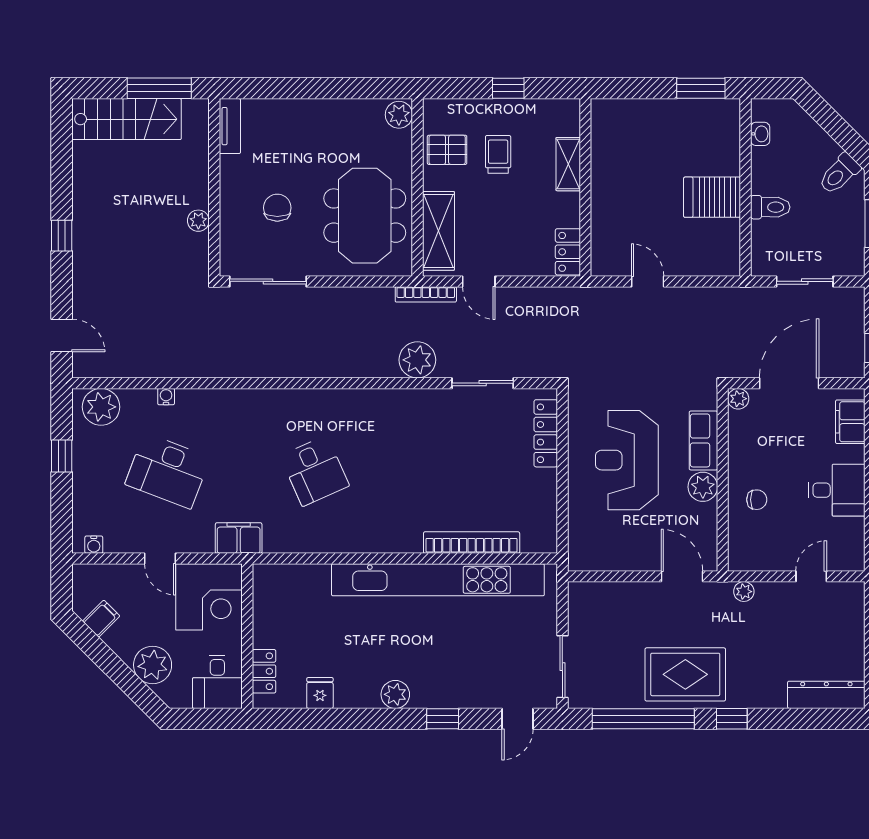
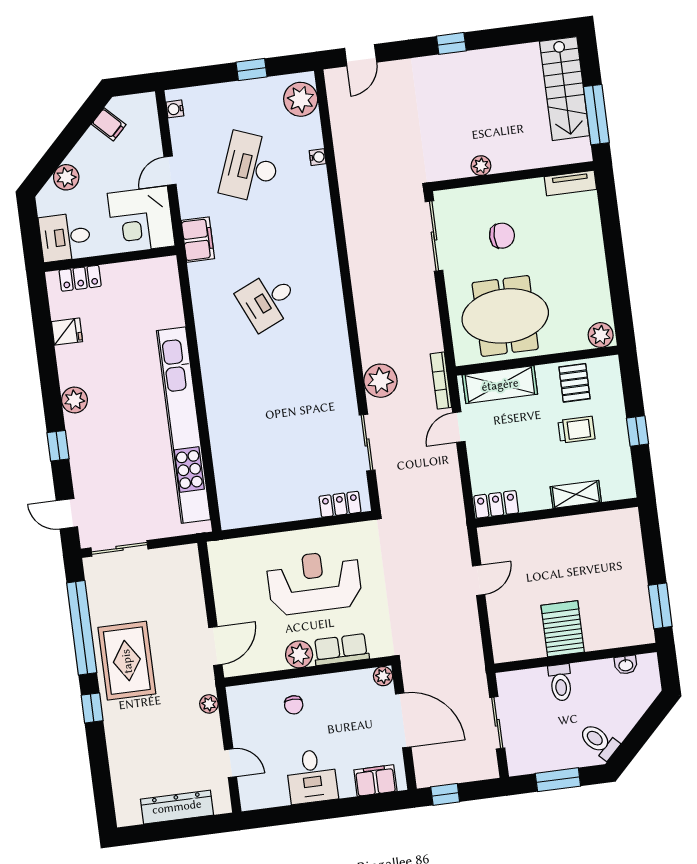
locker: (546, 433) -> (340, 504), width x0.66
bookcase: (472, 543) -> (221, 451), removed
plant: (153, 665) -> (66, 177), width x0.73, depth x0.73
dresser: (826, 695) -> (177, 807), moved, turned -90

